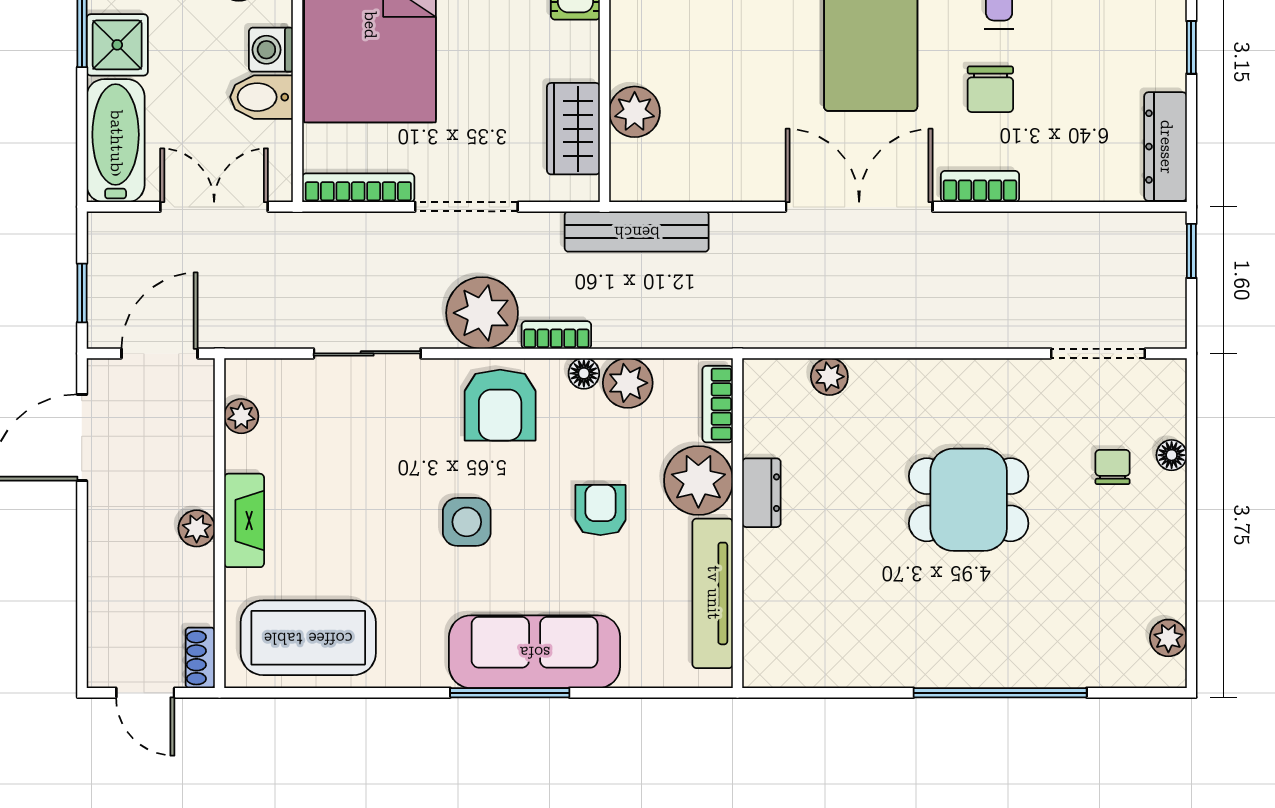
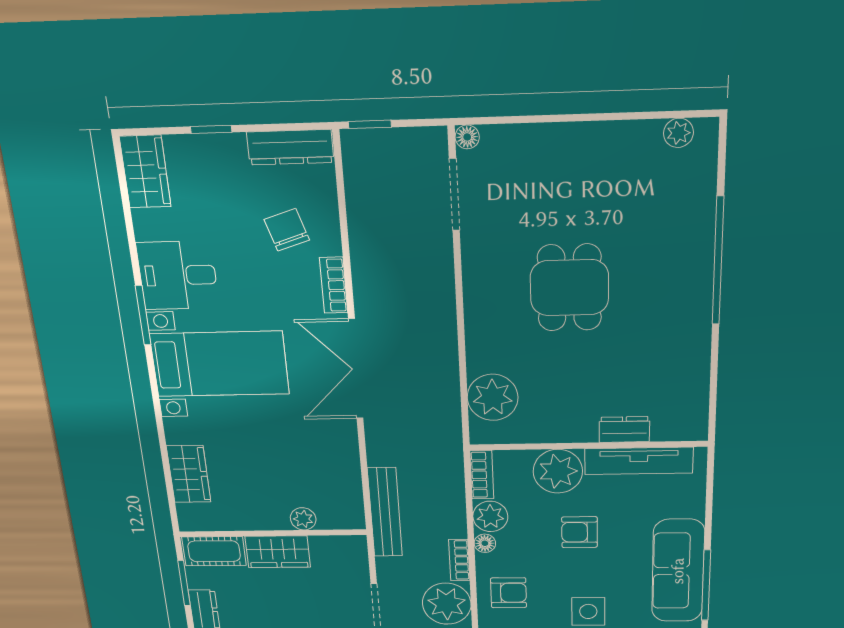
chair: (990, 89) -> (287, 230), moved, turned -108
plant: (635, 112) -> (303, 519), width x0.73, depth x0.73
wardrobe: (573, 129) -> (278, 552), moved
plant: (829, 377) -> (493, 397), width x1.88, depth x1.88
bookcase: (718, 404) -> (482, 475), moved, turned -90
armchair: (500, 405) -> (509, 593), width x0.72, depth x0.72
floor lamp: (1172, 455) -> (467, 137), moved
chair: (1113, 467) -> (542, 181), removed
dresser: (761, 493) -> (624, 429), moved

